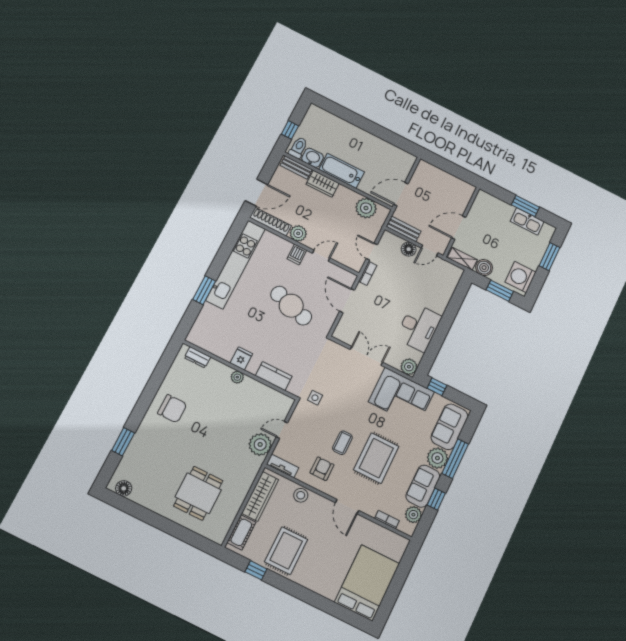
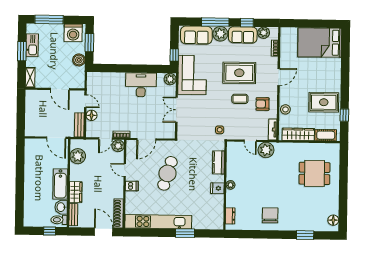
plant: (298, 233) -> (118, 146), moved
window: (550, 257) -> (49, 19), width x1.44
shelving: (462, 259) -> (30, 77), moved

